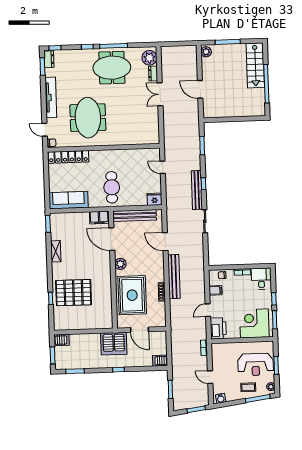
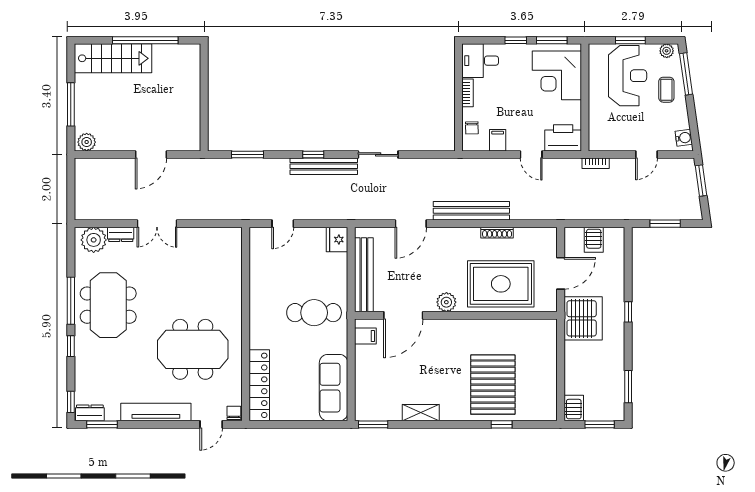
filing cabinet: (99, 218) -> (365, 336), width x0.50
server rack: (160, 361) -> (594, 240), moved

